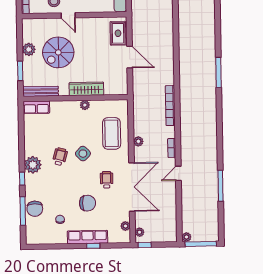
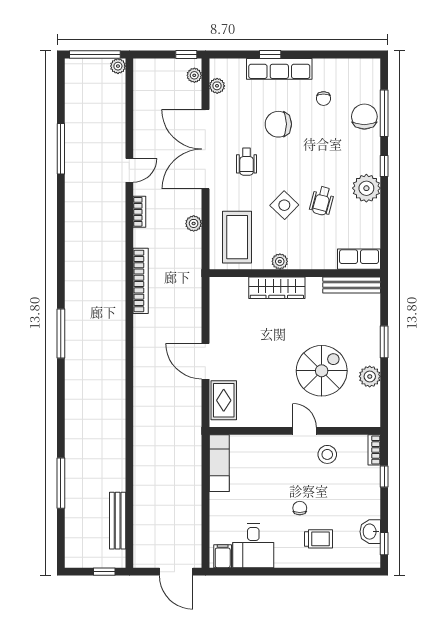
wardrobe: (86, 89) -> (277, 288), moved
bench: (41, 91) -> (352, 285), moved
wall: (76, 98) -> (295, 273), moved
plant: (85, 105) -> (280, 261), moved
row of seats: (36, 107) -> (359, 259), moved

